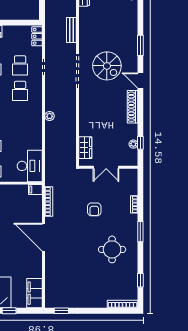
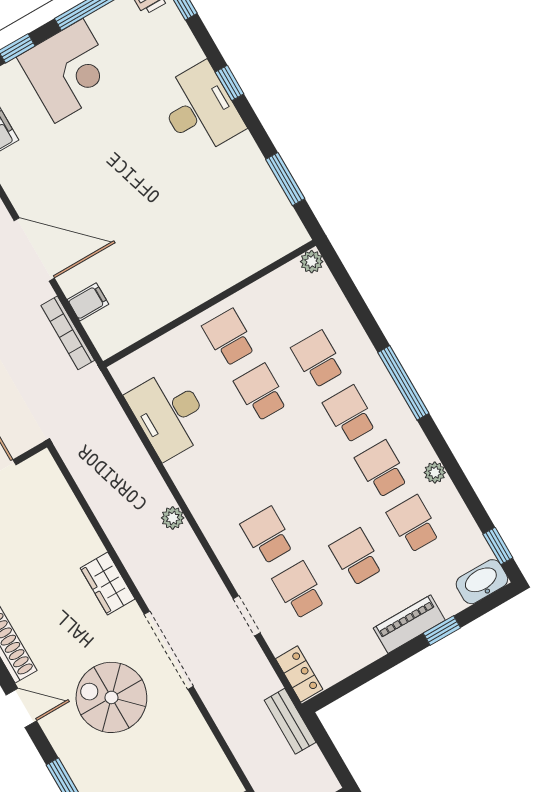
bench: (71, 30) -> (290, 721), moved
wardrobe: (85, 148) -> (108, 584), moved
desk: (30, 166) -> (169, 414), moved
filing cabinet: (35, 190) -> (88, 302), moved

